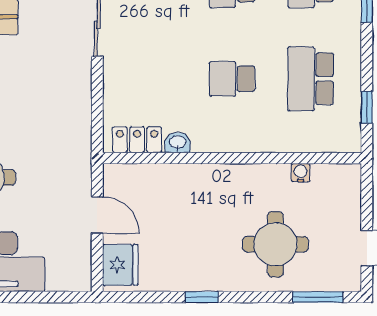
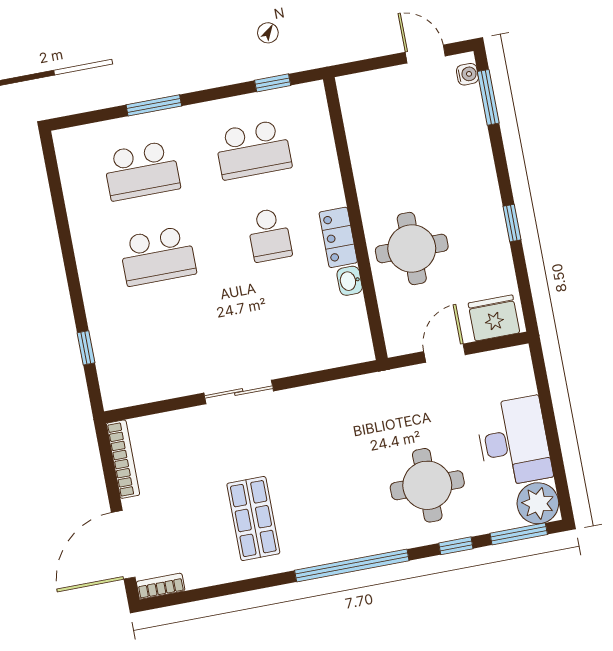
locker: (137, 140) -> (338, 237), moved
water cooler: (301, 173) -> (467, 74), moved, turned 180
round table: (275, 244) -> (412, 249), moved

